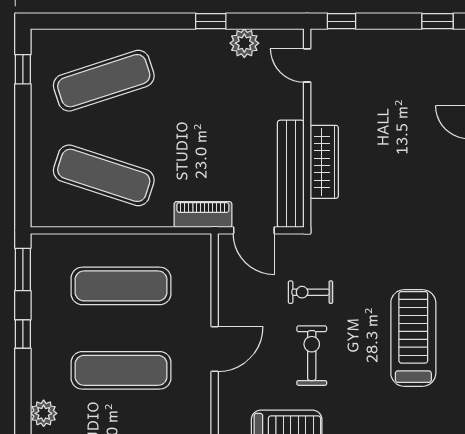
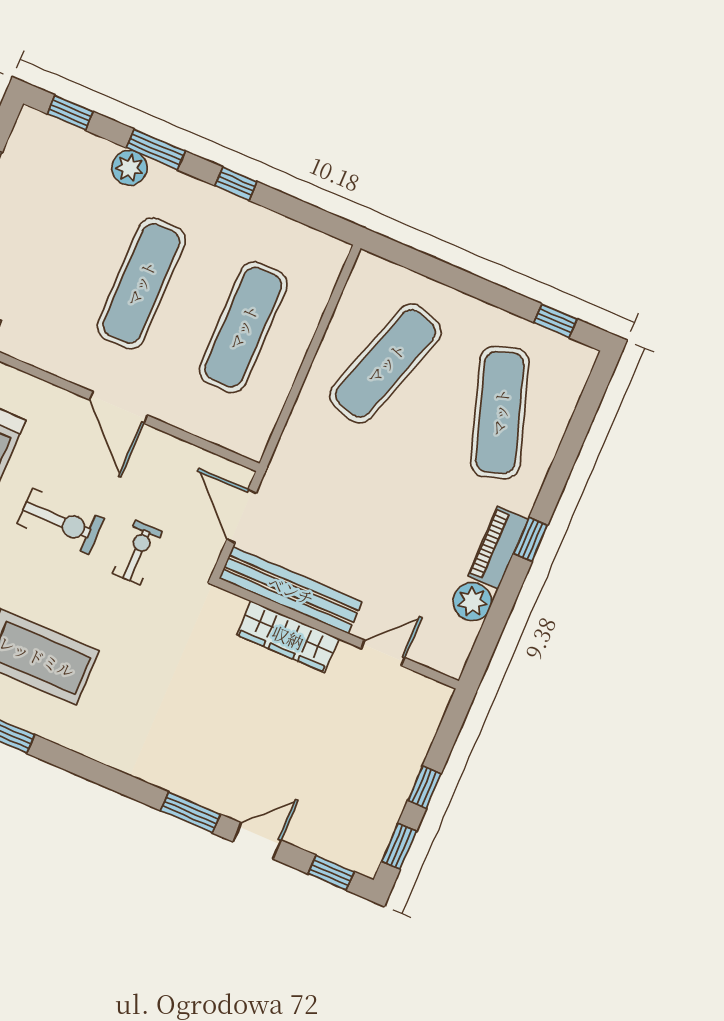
window: (211, 21) -> (531, 539), moved
window: (342, 21) -> (424, 787), moved
door: (307, 65) -> (383, 653), moved
piano: (203, 215) -> (498, 548), moved, turned 180
door: (254, 230) -> (241, 516), hinge flipped
window: (23, 270) -> (156, 149), moved

